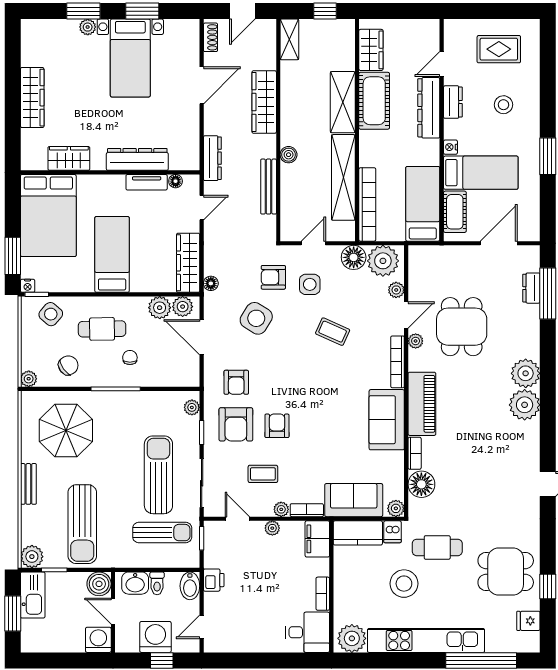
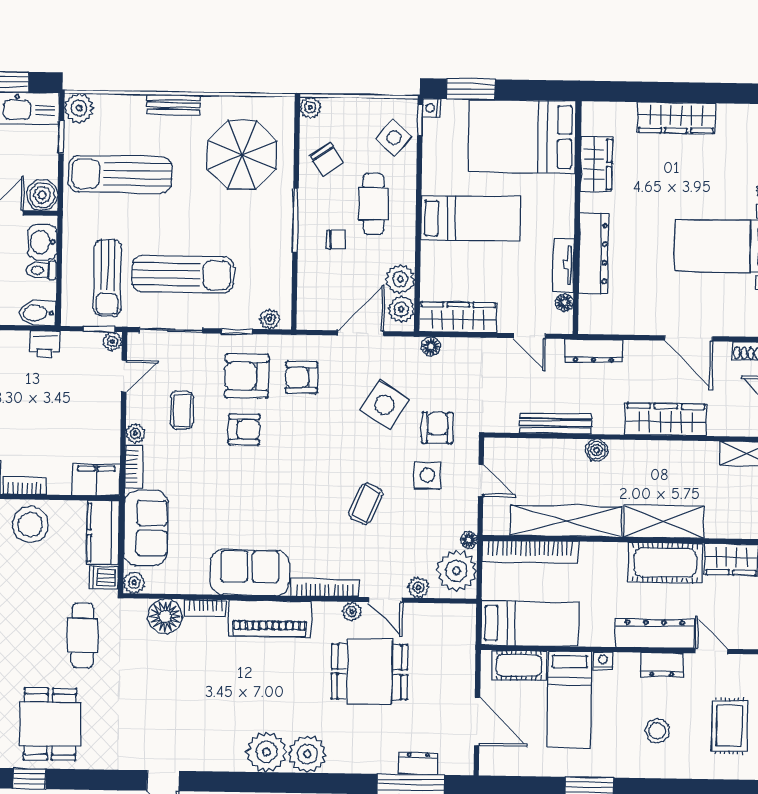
floor lamp: (354, 257) -> (469, 540), width x0.53, depth x0.53
plant: (272, 528) -> (112, 341), moved
stool: (404, 584) -> (30, 525), moved

